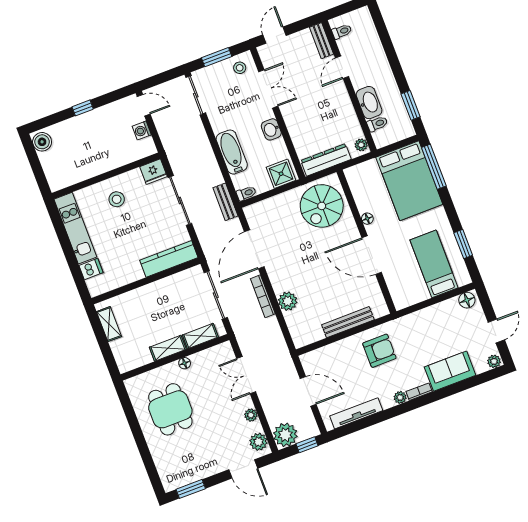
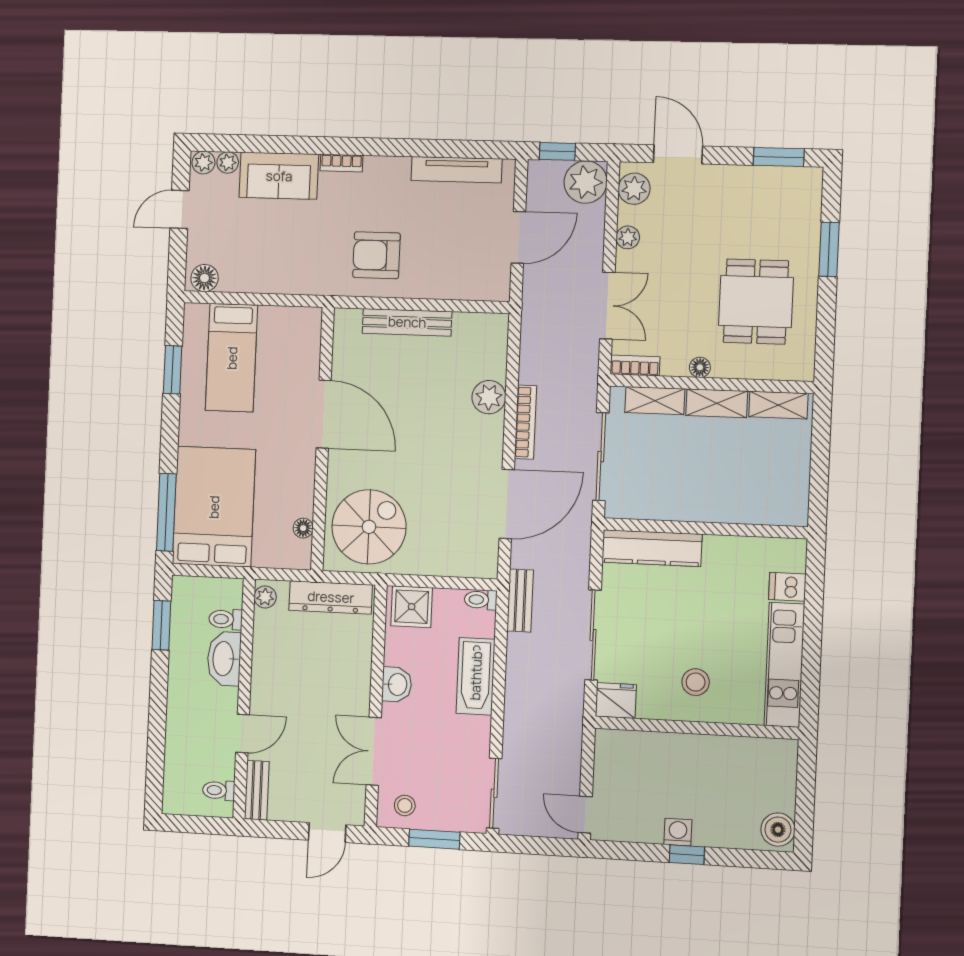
washing machine: (142, 130) -> (678, 832), moved, turned -90
floor lamp: (367, 219) -> (303, 528), moved
shelving: (109, 324) -> (778, 405), moved, turned 90
bookcase: (218, 350) -> (635, 365), added
door: (308, 391) -> (518, 237), swing flipped
plant: (400, 397) -> (228, 162), moved
window: (145, 452) -> (829, 249), added

